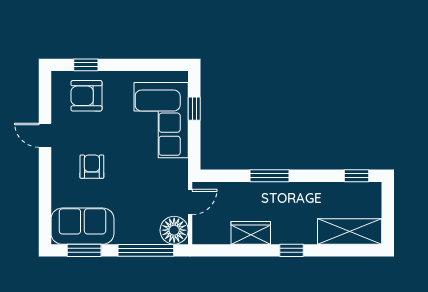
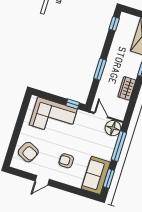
window: (86, 65) -> (12, 147), removed
armchair: (86, 96) -> (28, 152), turned -64
window: (194, 109) -> (73, 104), moved

